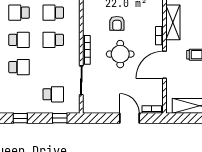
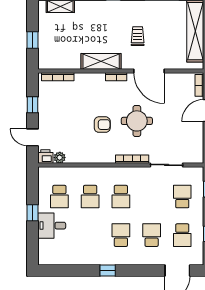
school desk: (19, 13) -> (182, 235), moved

